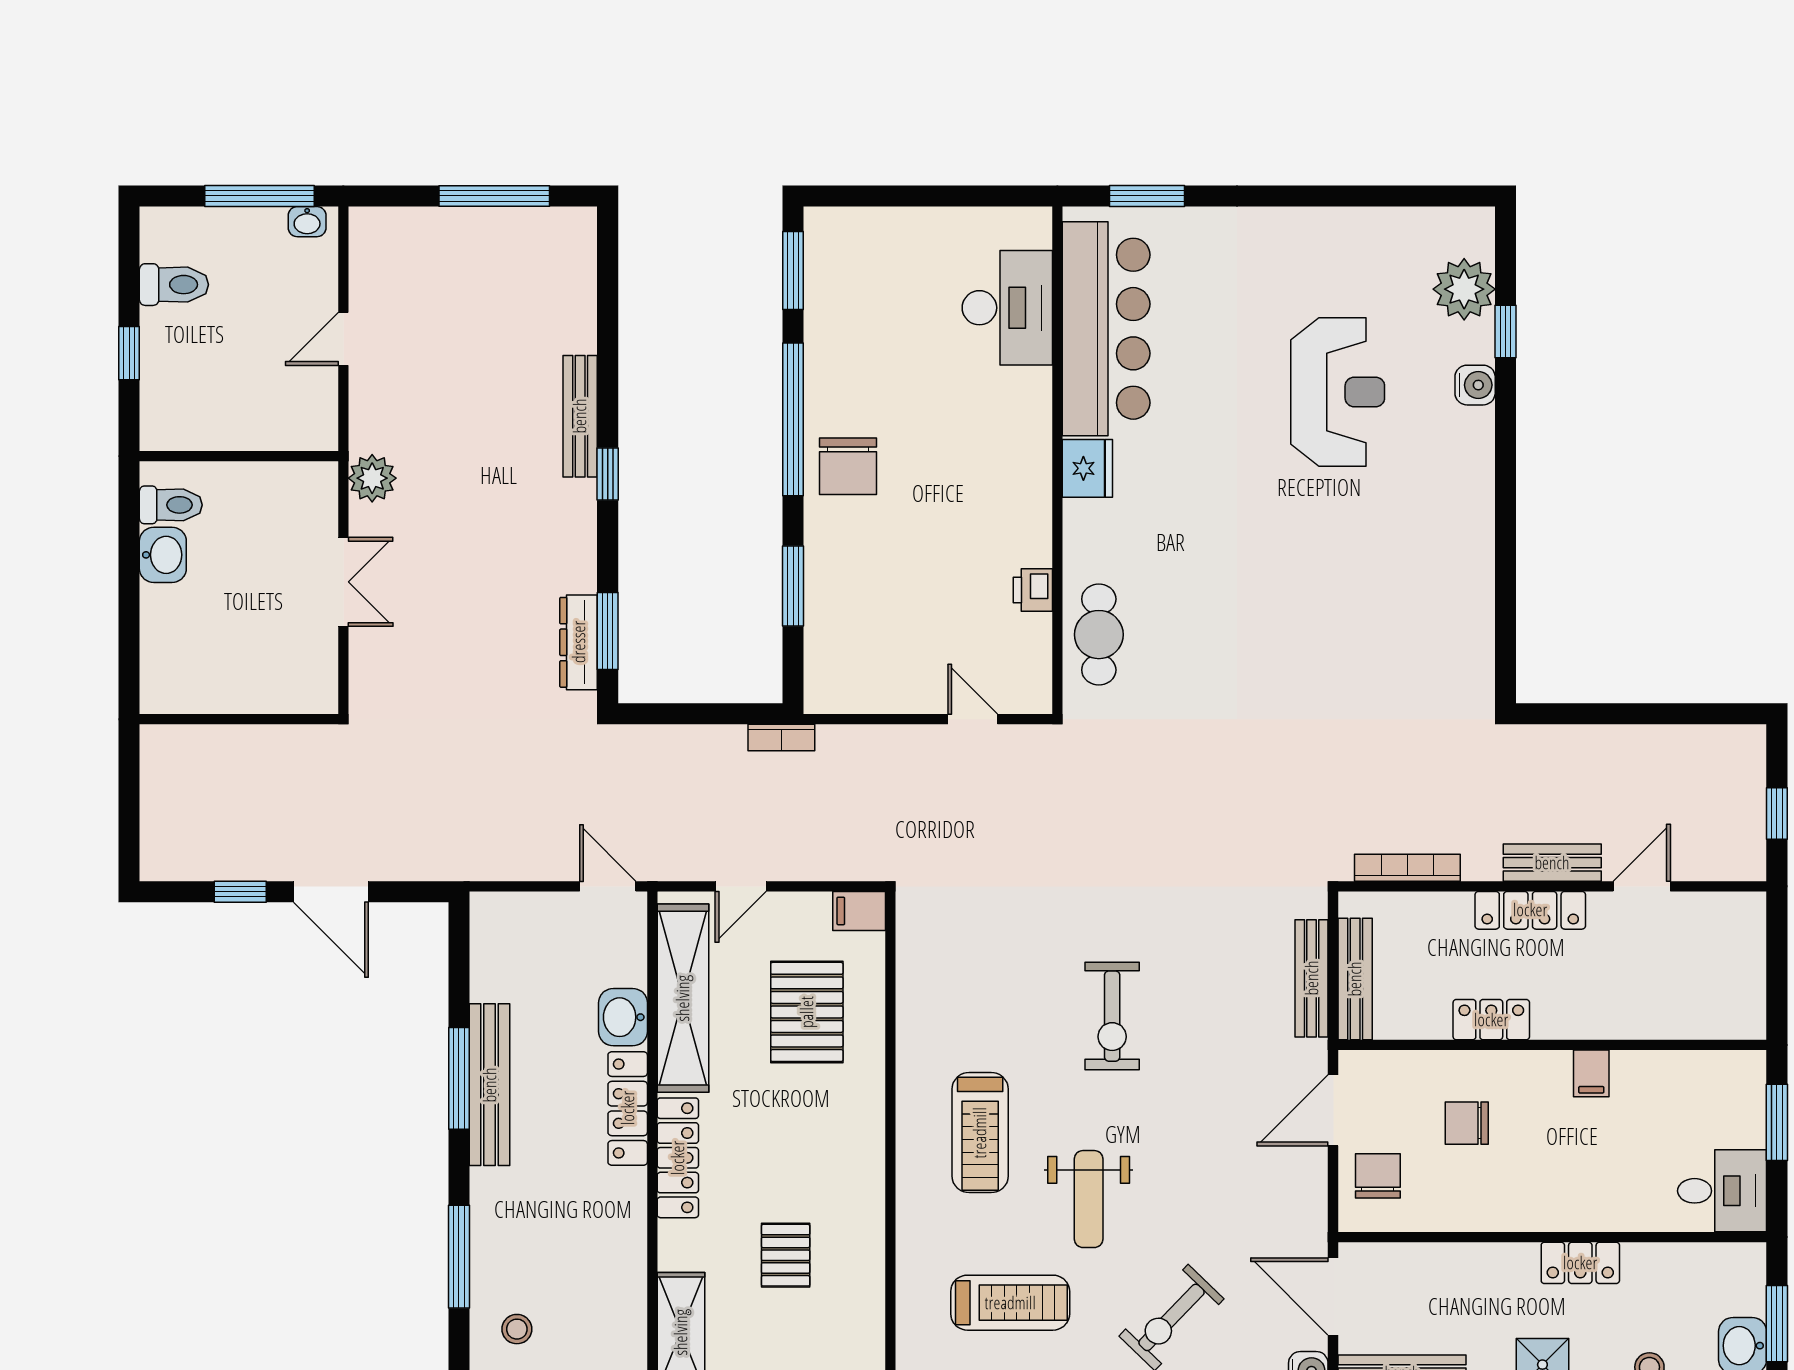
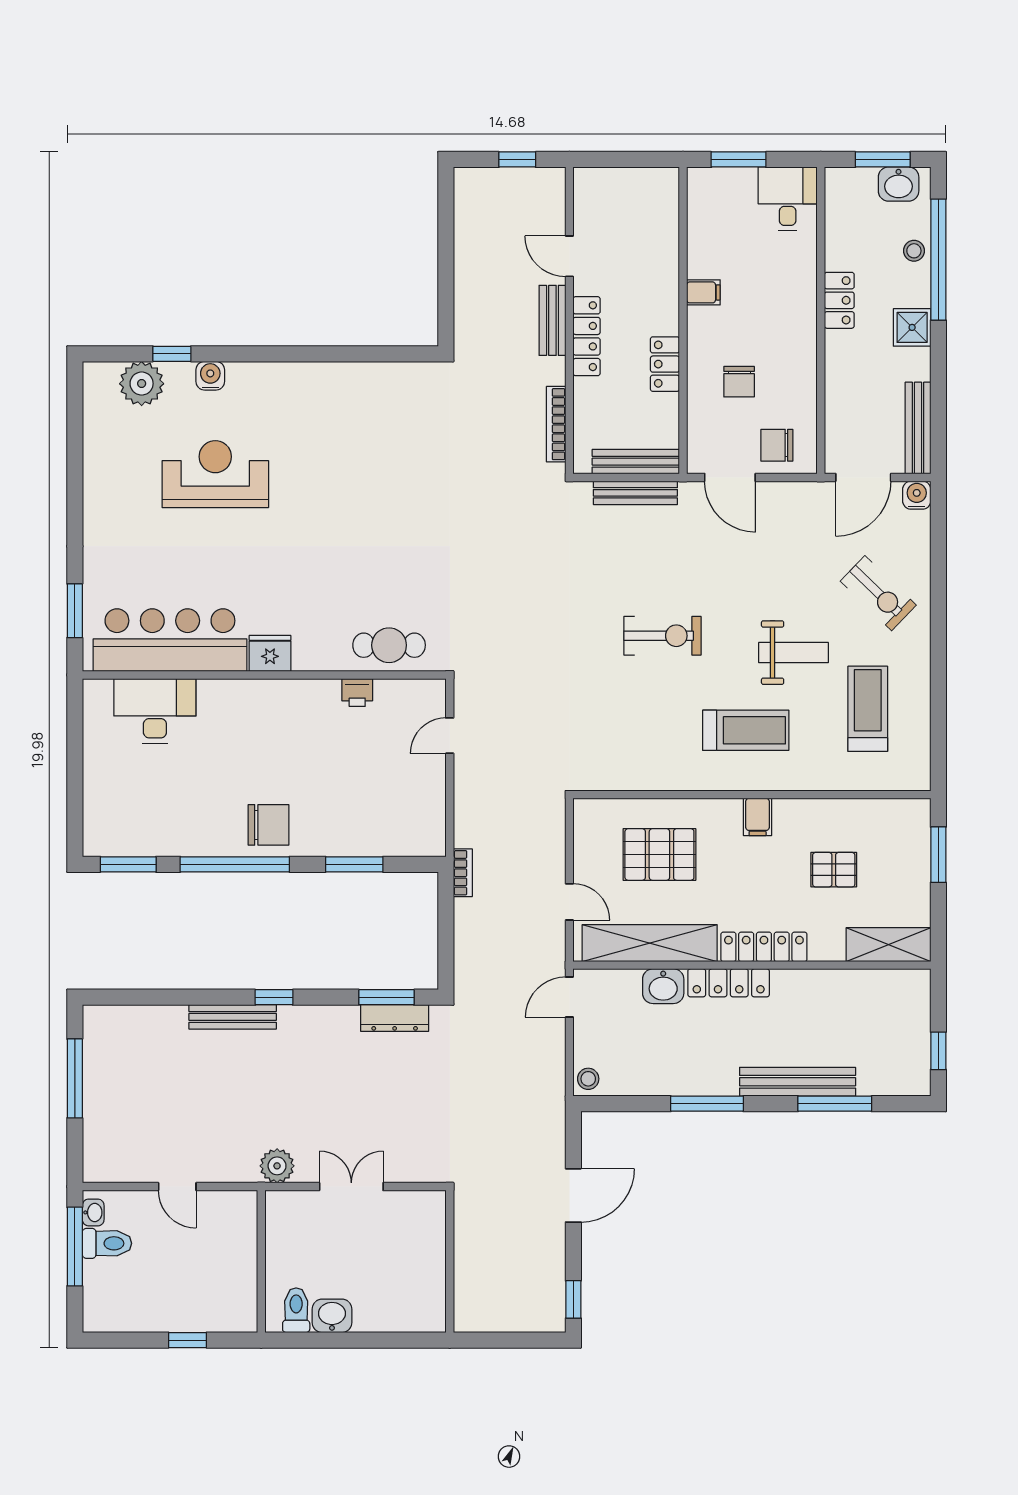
toilet: (174, 285) -> (107, 1243), moved, turned 90
window: (240, 892) -> (573, 1299), moved
filing cabinet: (859, 911) -> (758, 817), moved
bench: (490, 1085) -> (798, 1082), moved
stool: (517, 1329) -> (588, 1079), moved

